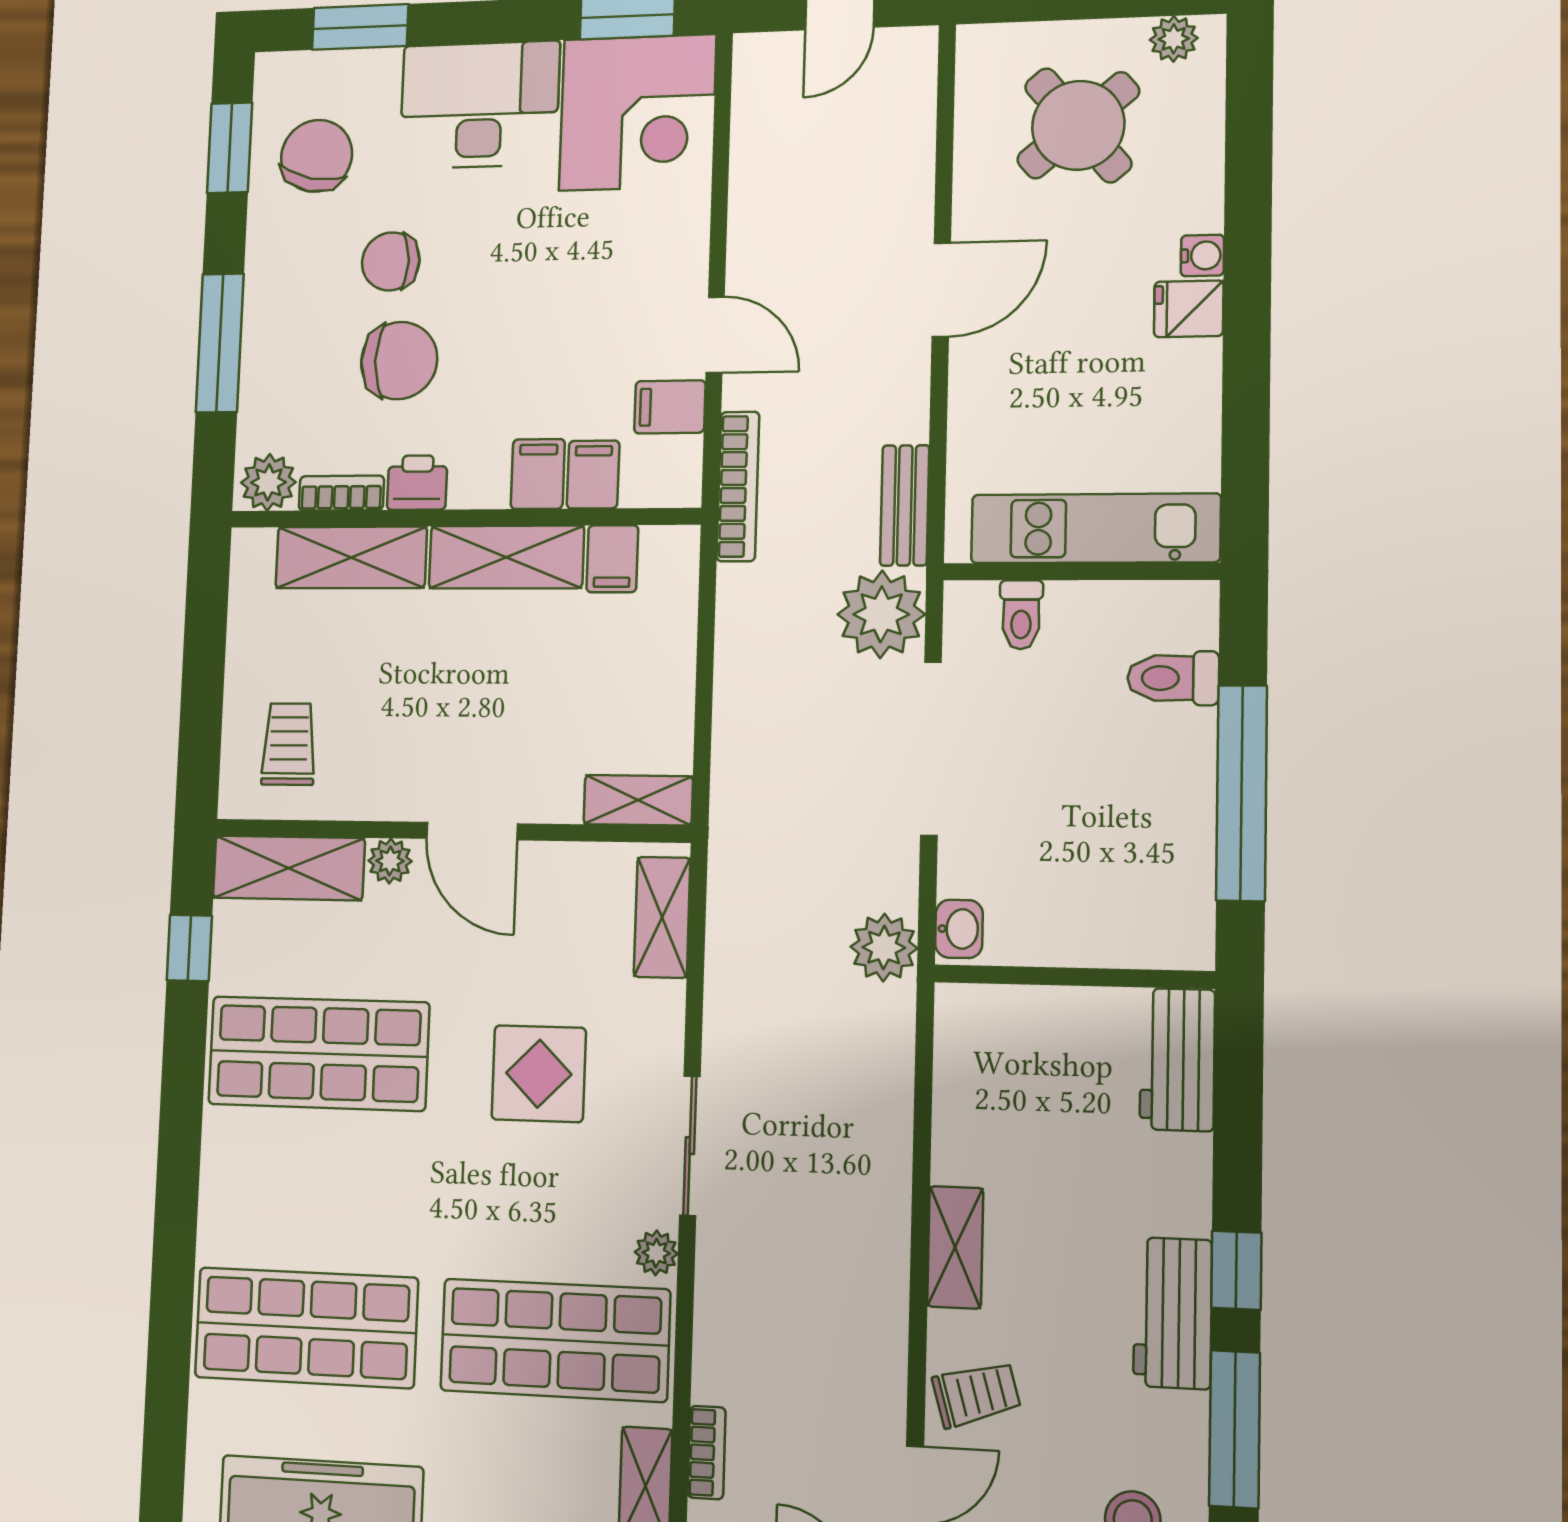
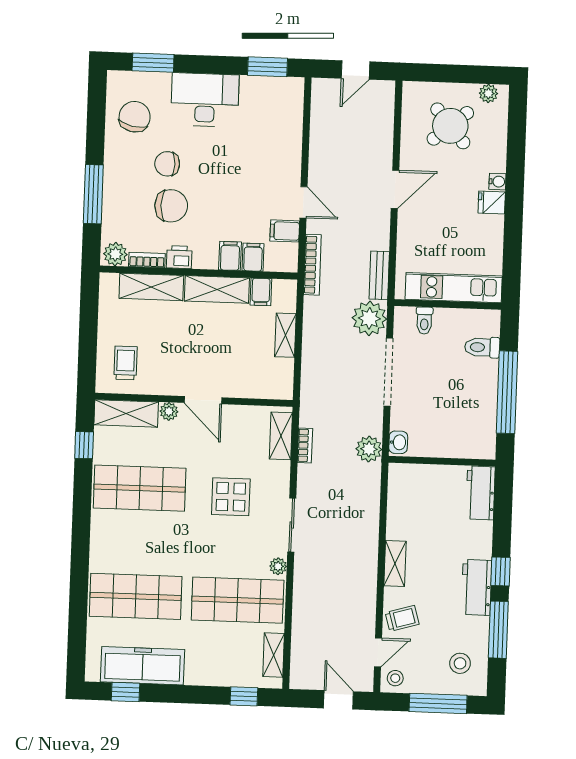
corner desk: (638, 113) -> (272, 108), removed
window: (230, 148) -> (96, 111), removed
shelving: (638, 800) -> (285, 335), moved, turned 90
bookcase: (707, 1452) -> (305, 445), moved

